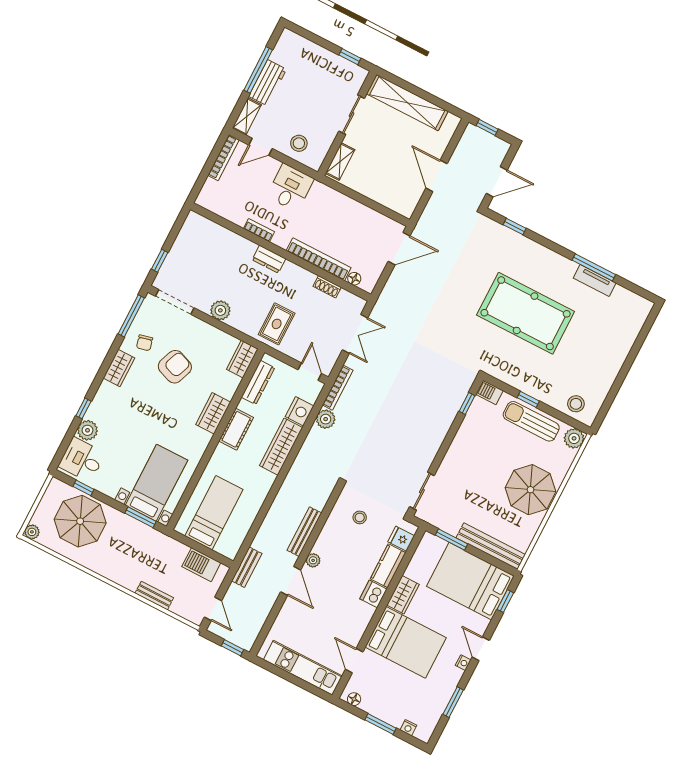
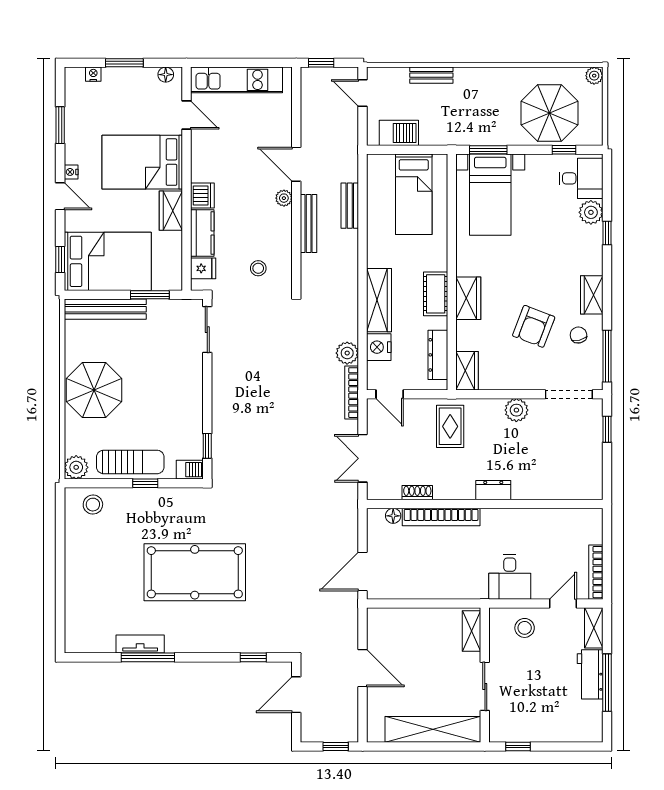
bookcase: (259, 230) -> (519, 515), removed
bench: (247, 567) -> (350, 206), moved

